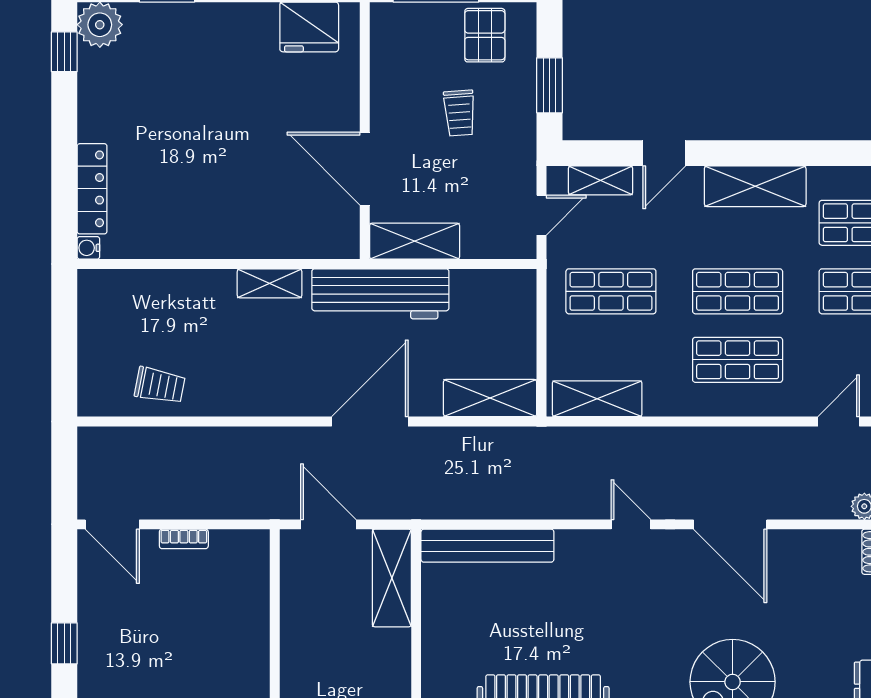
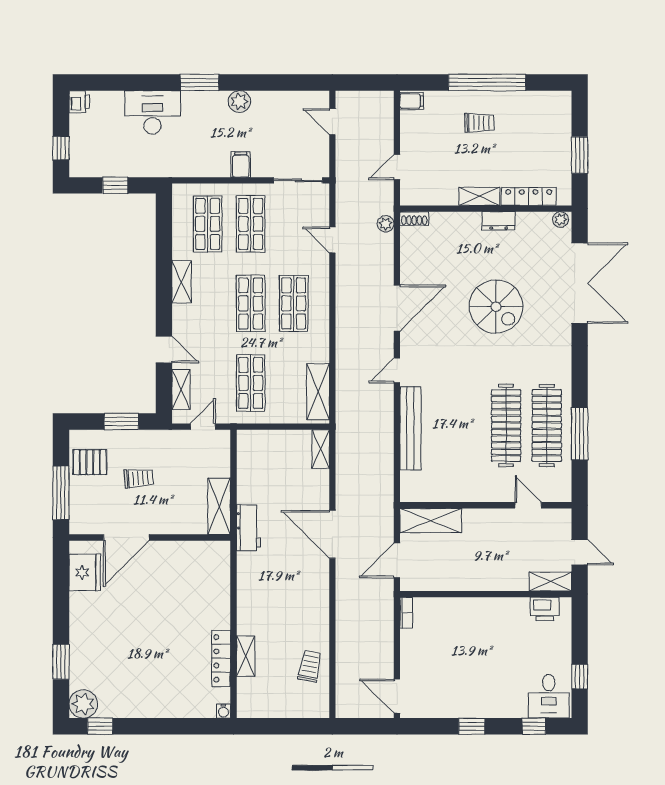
door: (365, 169) -> (126, 538), moved
shelving: (755, 186) -> (182, 282), width x0.67, depth x0.75
locker: (92, 189) -> (221, 658), moved, turned -90
door: (542, 215) -> (203, 427), hinge flipped
shelving: (270, 283) -> (246, 656), moved
workbench: (380, 294) -> (248, 528), width x0.53, depth x0.76
shelving: (490, 398) -> (321, 449), width x0.67, depth x0.75
door: (112, 524) -> (397, 696), swing flipped
bookcase: (184, 539) -> (406, 613), moved
bench: (487, 546) -> (410, 428), moved

